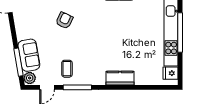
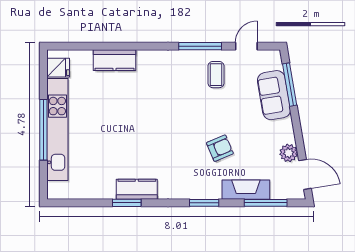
armchair: (64, 20) -> (220, 148), turned -138
plant: (30, 78) -> (289, 153), moved
kitchen counter: (120, 78) -> (114, 60), moved

